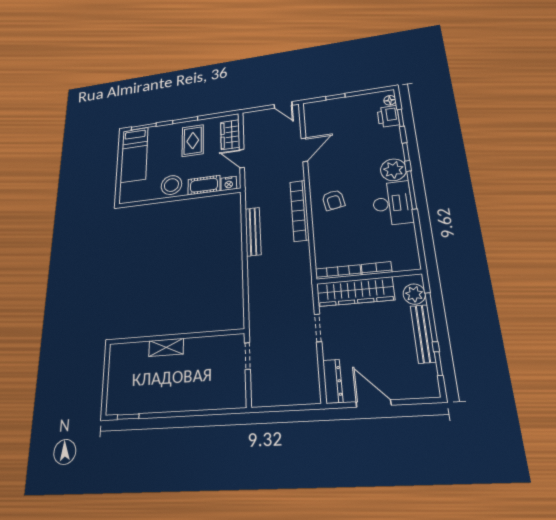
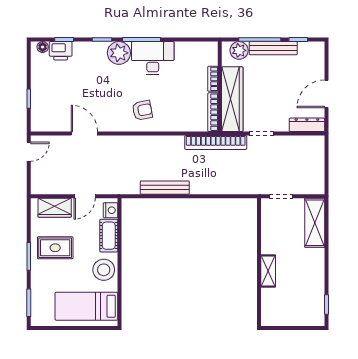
bed: (134, 155) -> (86, 306), moved, turned 180
bookcase: (299, 211) -> (216, 142), moved
shelving: (218, 398) -> (315, 223), added

